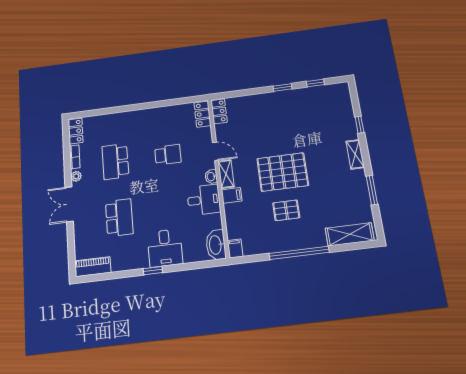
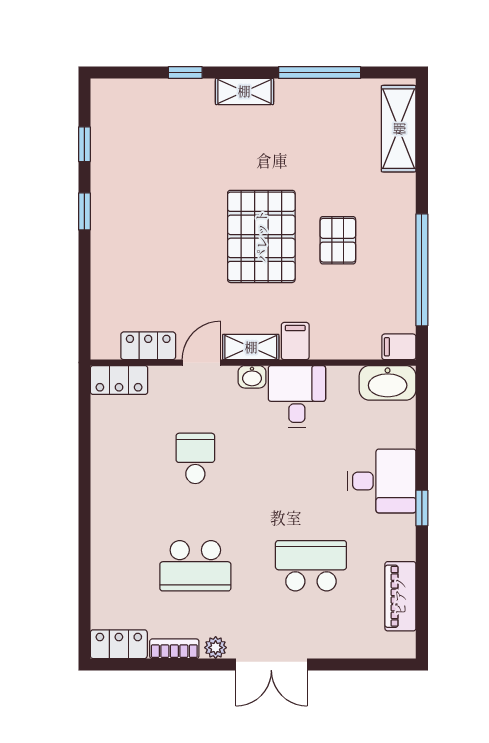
locker: (219, 111) -> (148, 346), moved
window: (372, 190) -> (320, 72), width x1.44
window: (299, 253) -> (422, 270), moved
piano: (93, 267) -> (400, 596), moved

